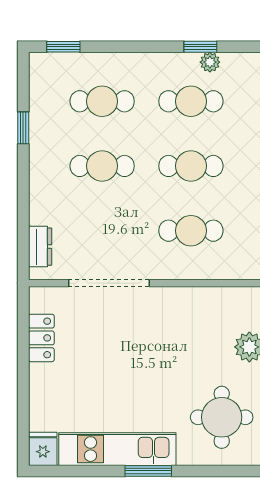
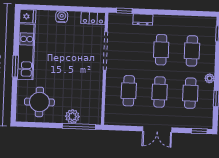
plant: (210, 62) -> (209, 78), moved
window: (23, 128) -> (124, 11), moved
dresser: (40, 247) -> (143, 19), moved
locker: (41, 338) -> (93, 18), moved
water cooler: (41, 377) -> (62, 17), added

